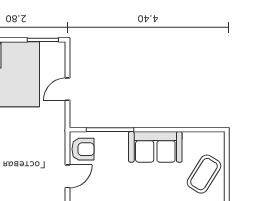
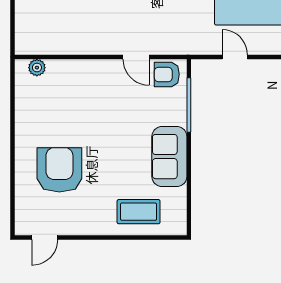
armchair: (83, 149) -> (167, 74), turned 90
coffee table: (204, 174) -> (139, 212), turned -32

